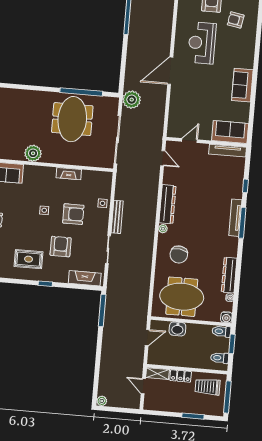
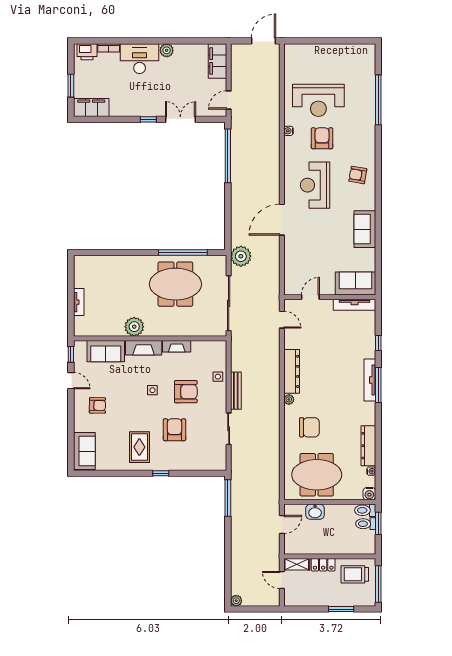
armchair: (236, 20) -> (358, 175), moved
meeting table: (72, 119) -> (175, 284), turned 90
chair: (179, 255) -> (309, 427), turned -98
rug: (29, 259) -> (139, 447), turned 90
fireplace: (85, 278) -> (144, 348), moved, turned 180
toilet: (220, 358) -> (366, 524), moved

